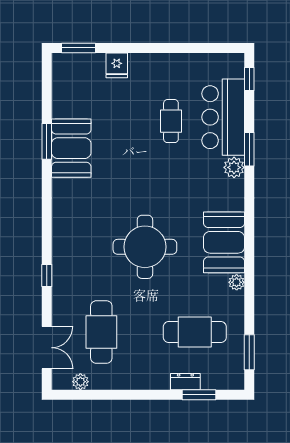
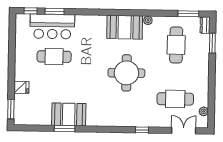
cafe table: (171, 121) -> (54, 57), width x1.37, depth x1.35
window: (249, 149) -> (55, 11), moved
plant: (234, 167) -> (82, 21), removed
dresser: (185, 382) -> (205, 25), moved

